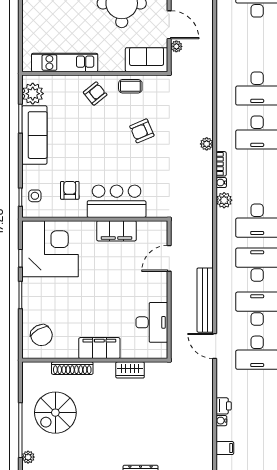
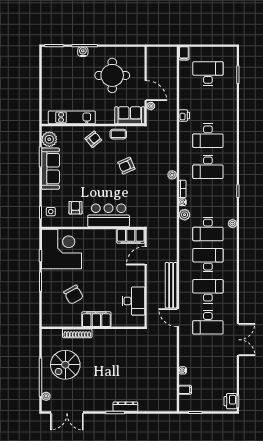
filing cabinet: (116, 231) -> (131, 236), moved
chair: (41, 335) -> (73, 295), moved
wardrobe: (130, 370) -> (118, 335), removed
printer: (224, 406) -> (184, 115), moved

